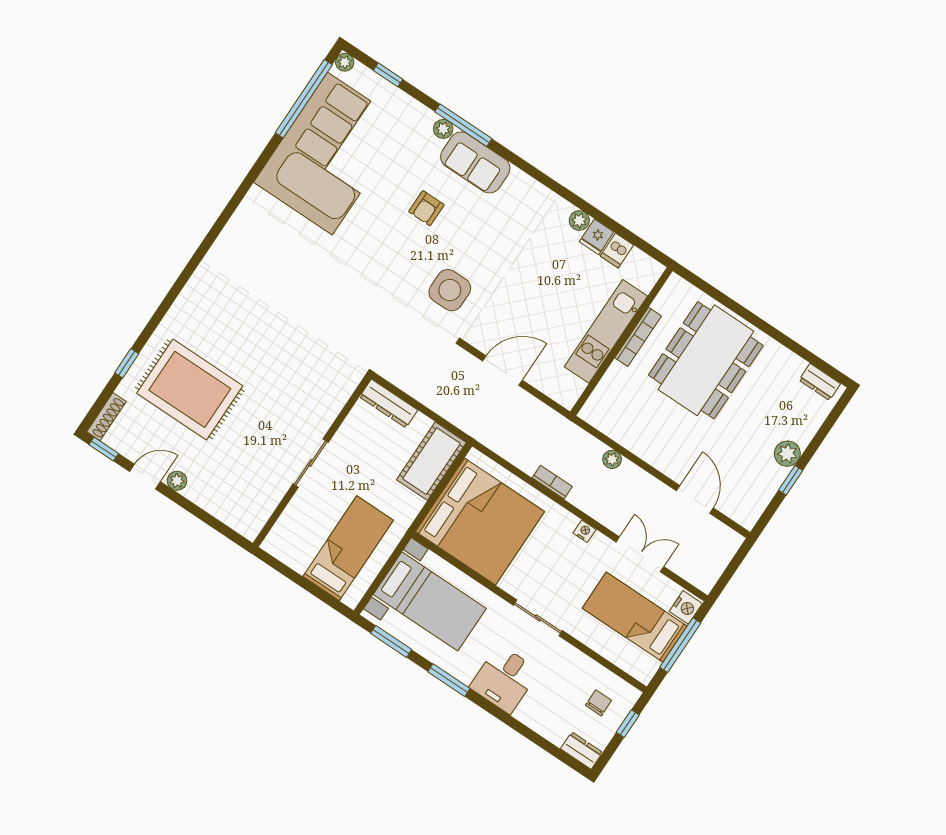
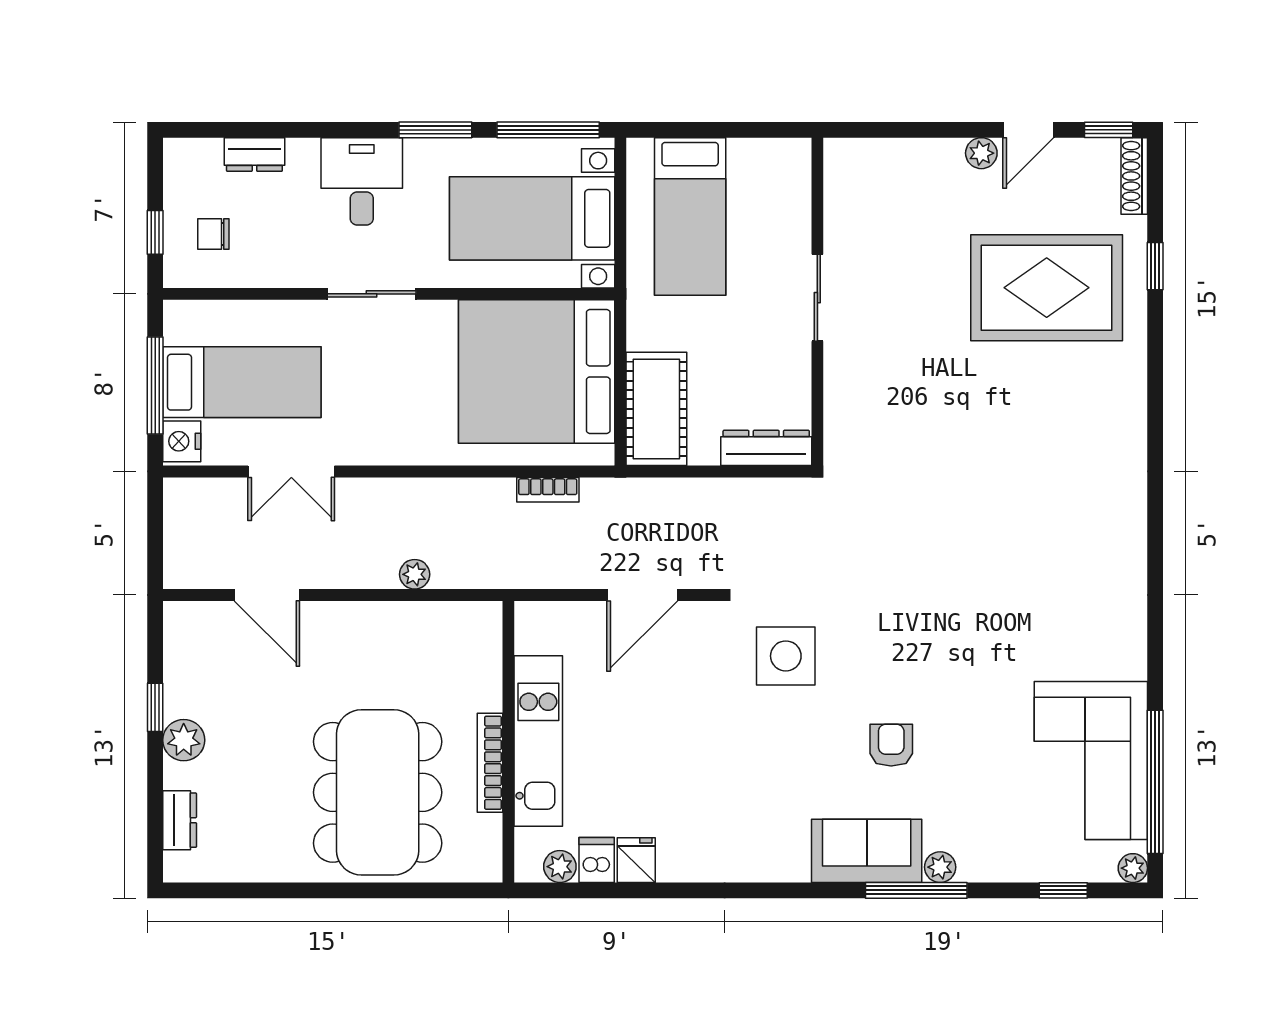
corner sofa: (330, 154) -> (1091, 760), width x0.73, depth x0.74
plant: (579, 220) -> (560, 867), moved
dresser: (820, 382) -> (180, 820), moved, turned 90
bookcase: (552, 482) -> (548, 490), moved
nightstand: (584, 531) -> (387, 453), removed
window: (391, 641) -> (548, 130), width x1.44
chair: (598, 703) -> (213, 234), turned 90
dresser: (582, 751) -> (254, 154), moved

